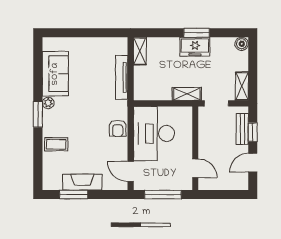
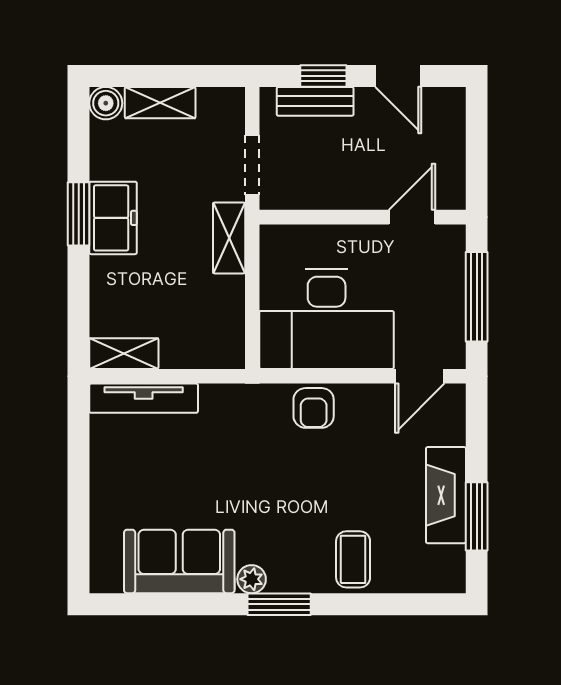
tv unit: (122, 77) -> (144, 398), moved
shelving: (242, 86) -> (160, 103), moved
armchair: (118, 128) -> (314, 408), turned 90

